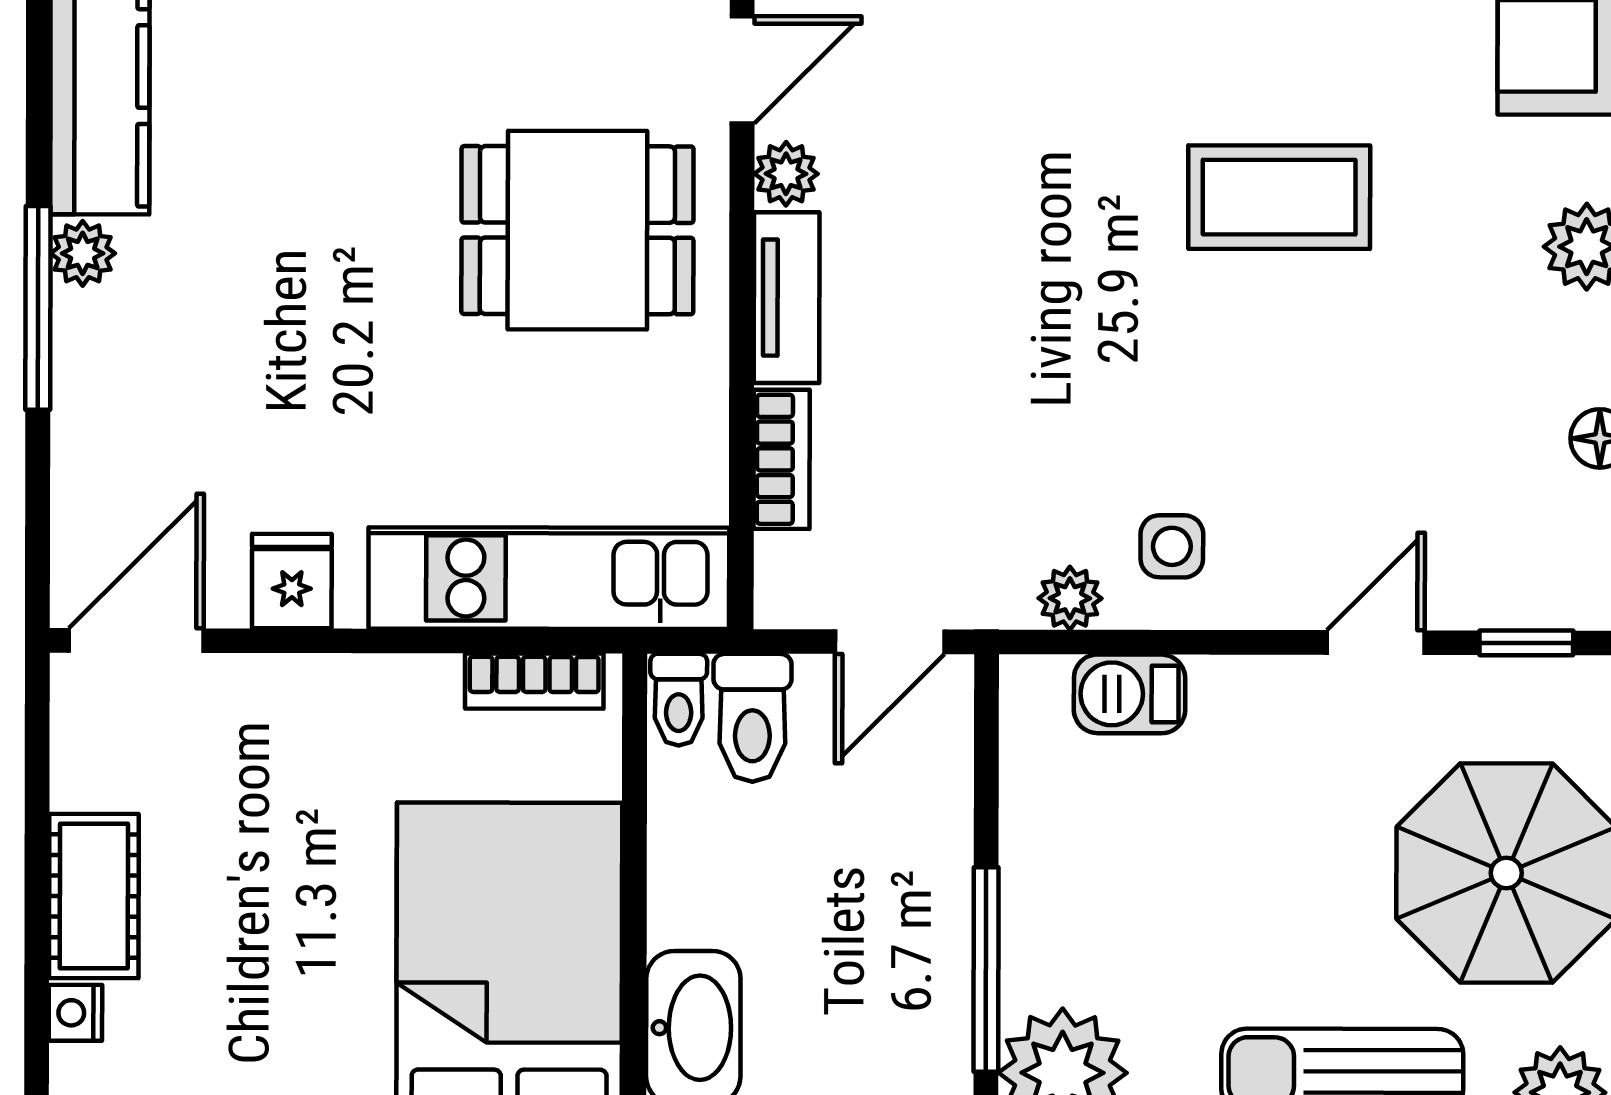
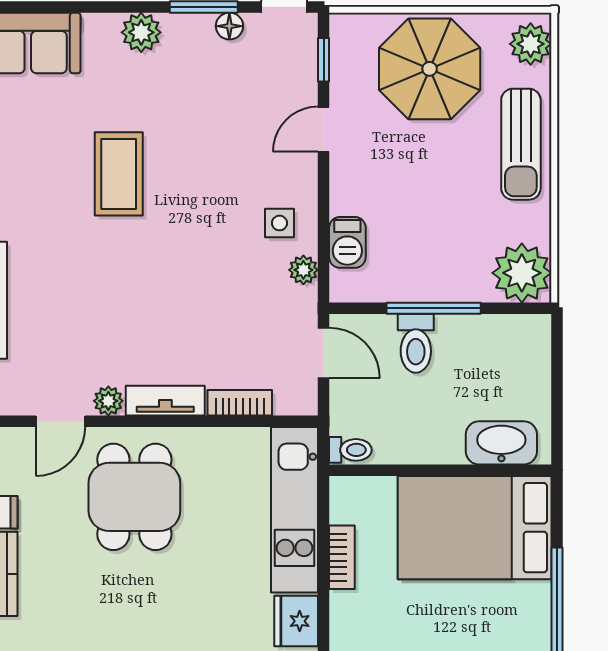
door: (742, 70) -> (60, 421), swing flipped
fridge: (292, 581) -> (296, 621), width x1.38
door: (1376, 643) -> (324, 129), hinge flipped
bookcase: (534, 681) -> (342, 557), moved
toilet: (752, 718) -> (416, 343), moved, turned 90
window: (986, 970) -> (434, 308), moved

